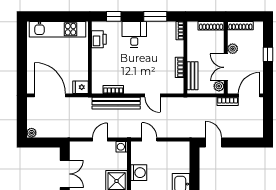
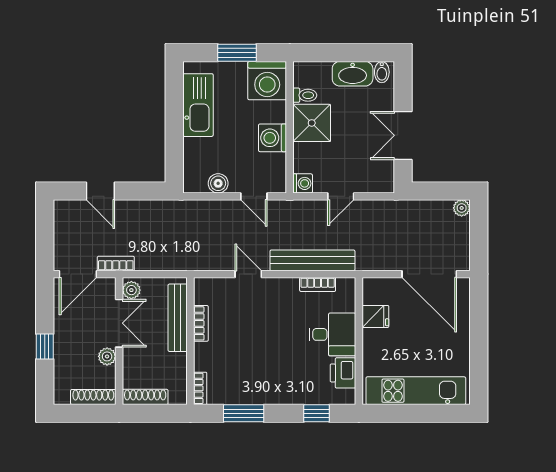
desk: (134, 34) -> (332, 334), moved, turned -90
bench: (193, 76) -> (178, 318), width x1.36
fridge: (80, 87) -> (375, 316), moved
door: (213, 142) -> (100, 191), moved
boiler: (170, 147) -> (218, 183), added

